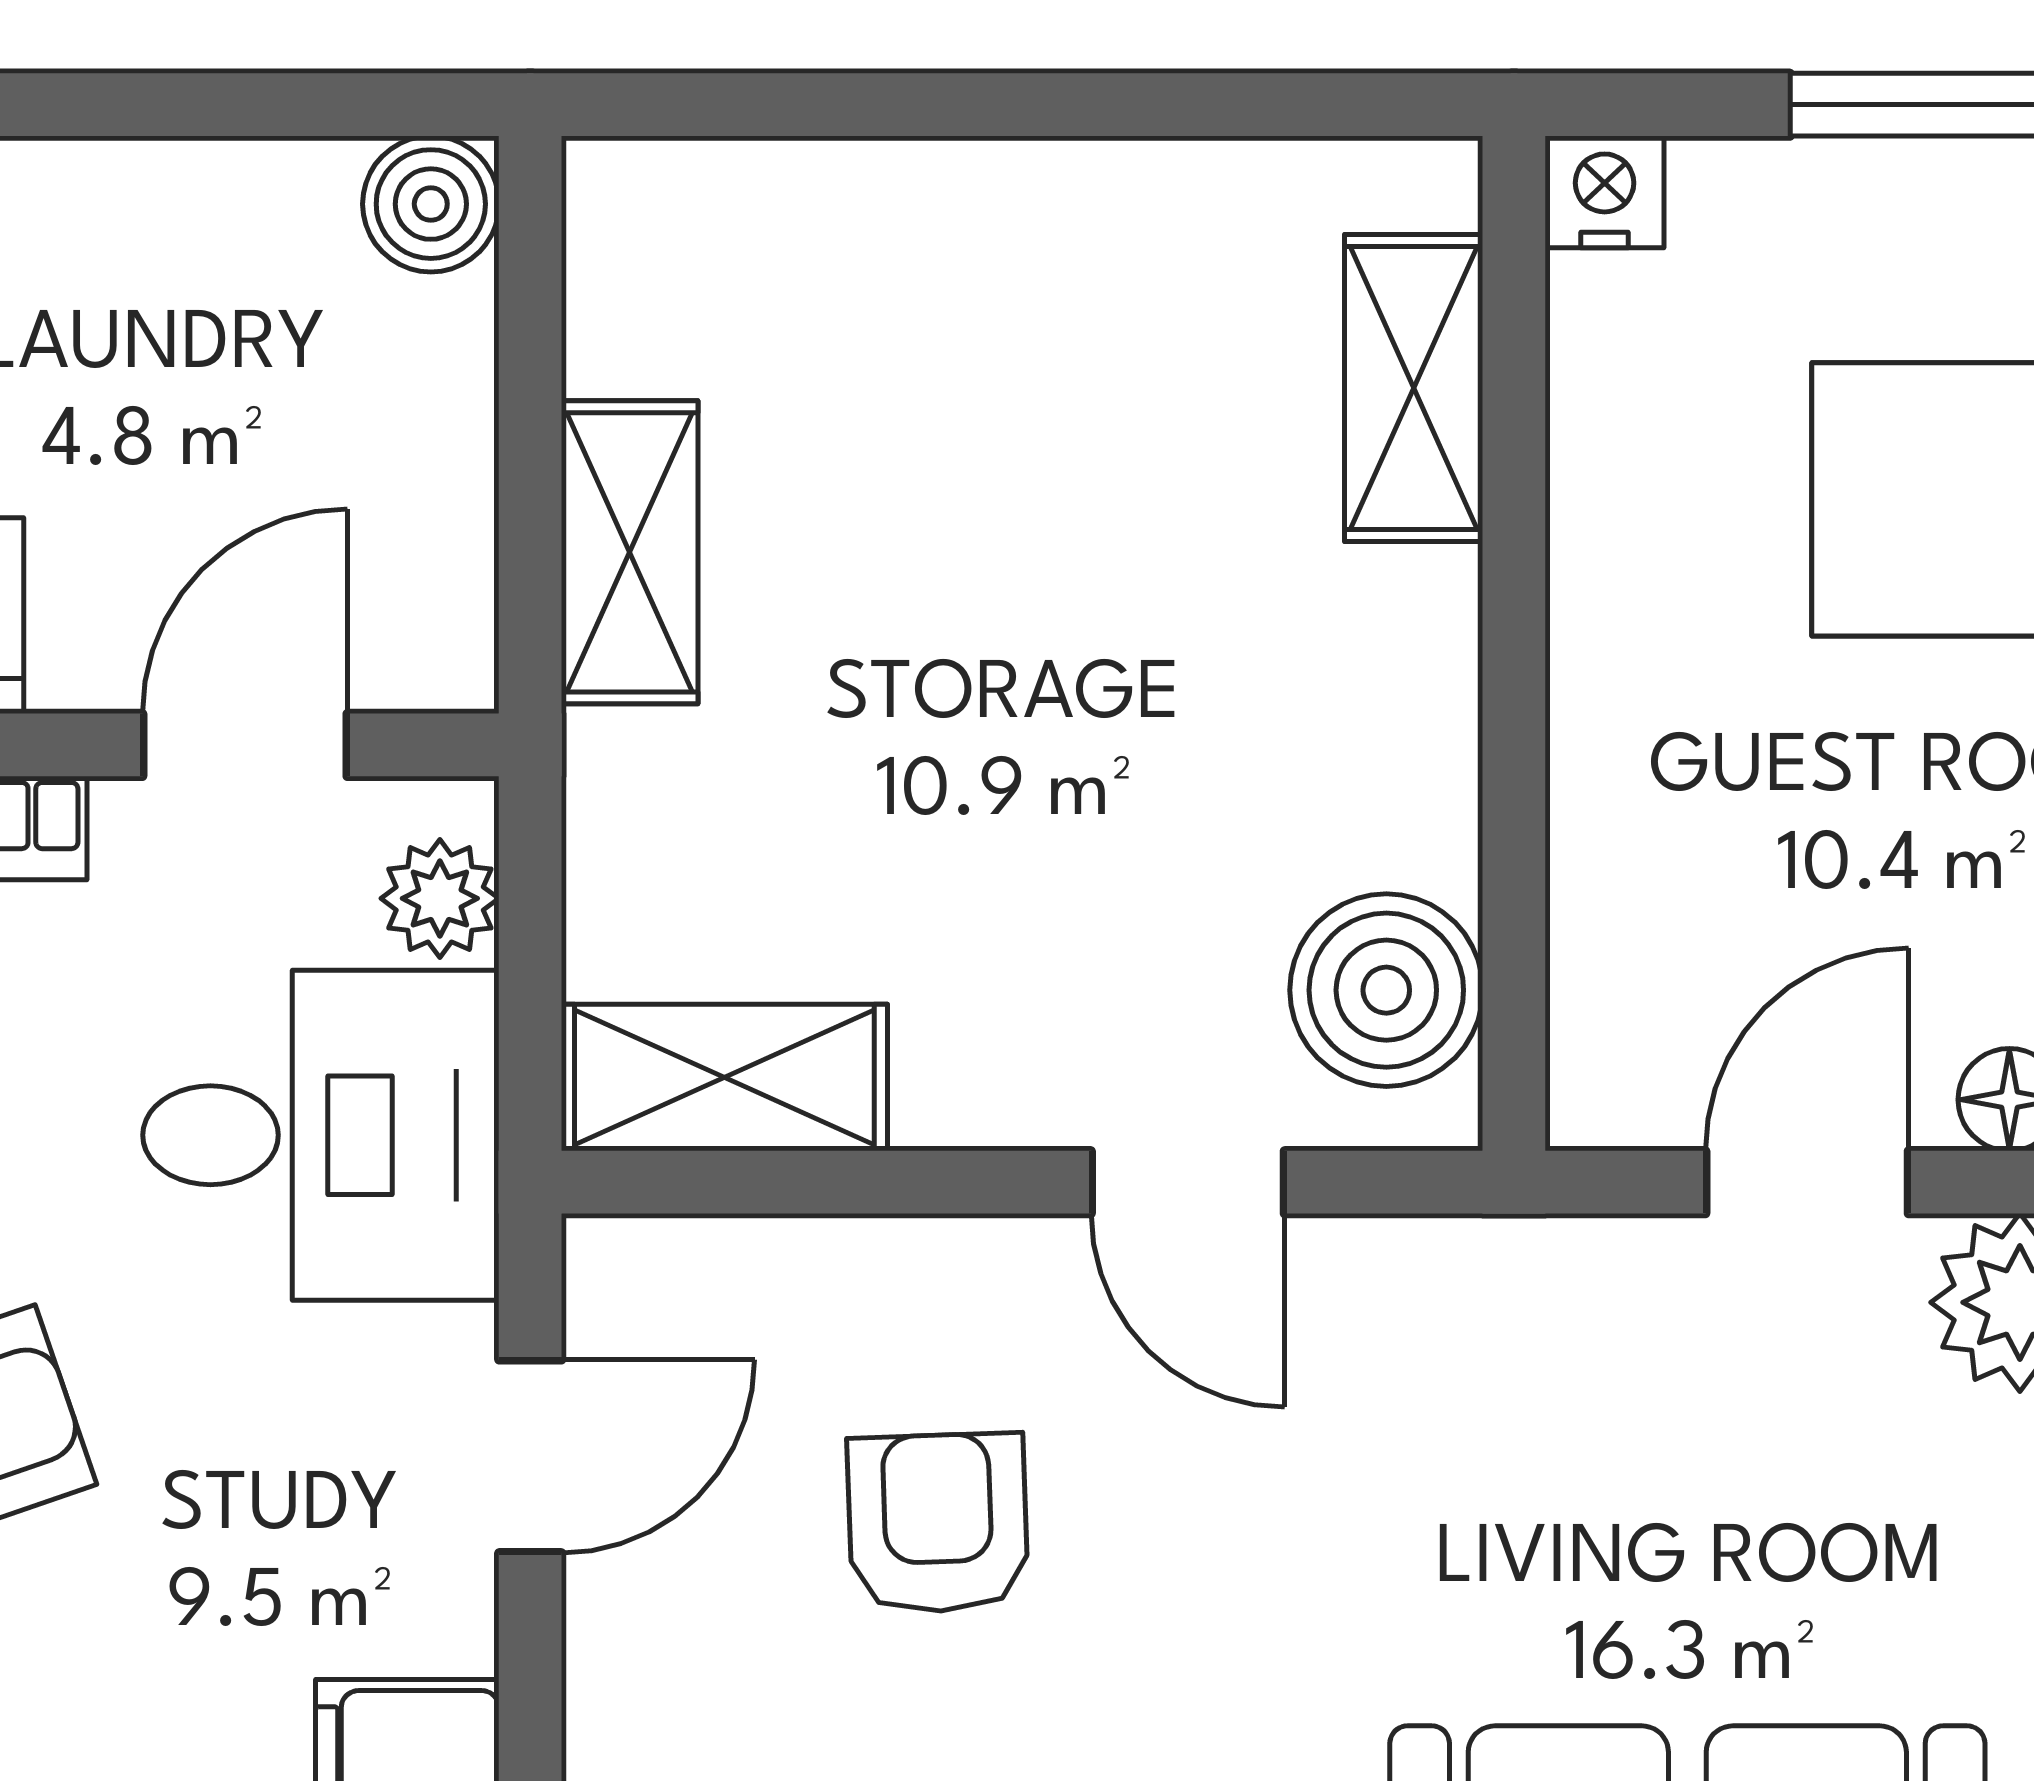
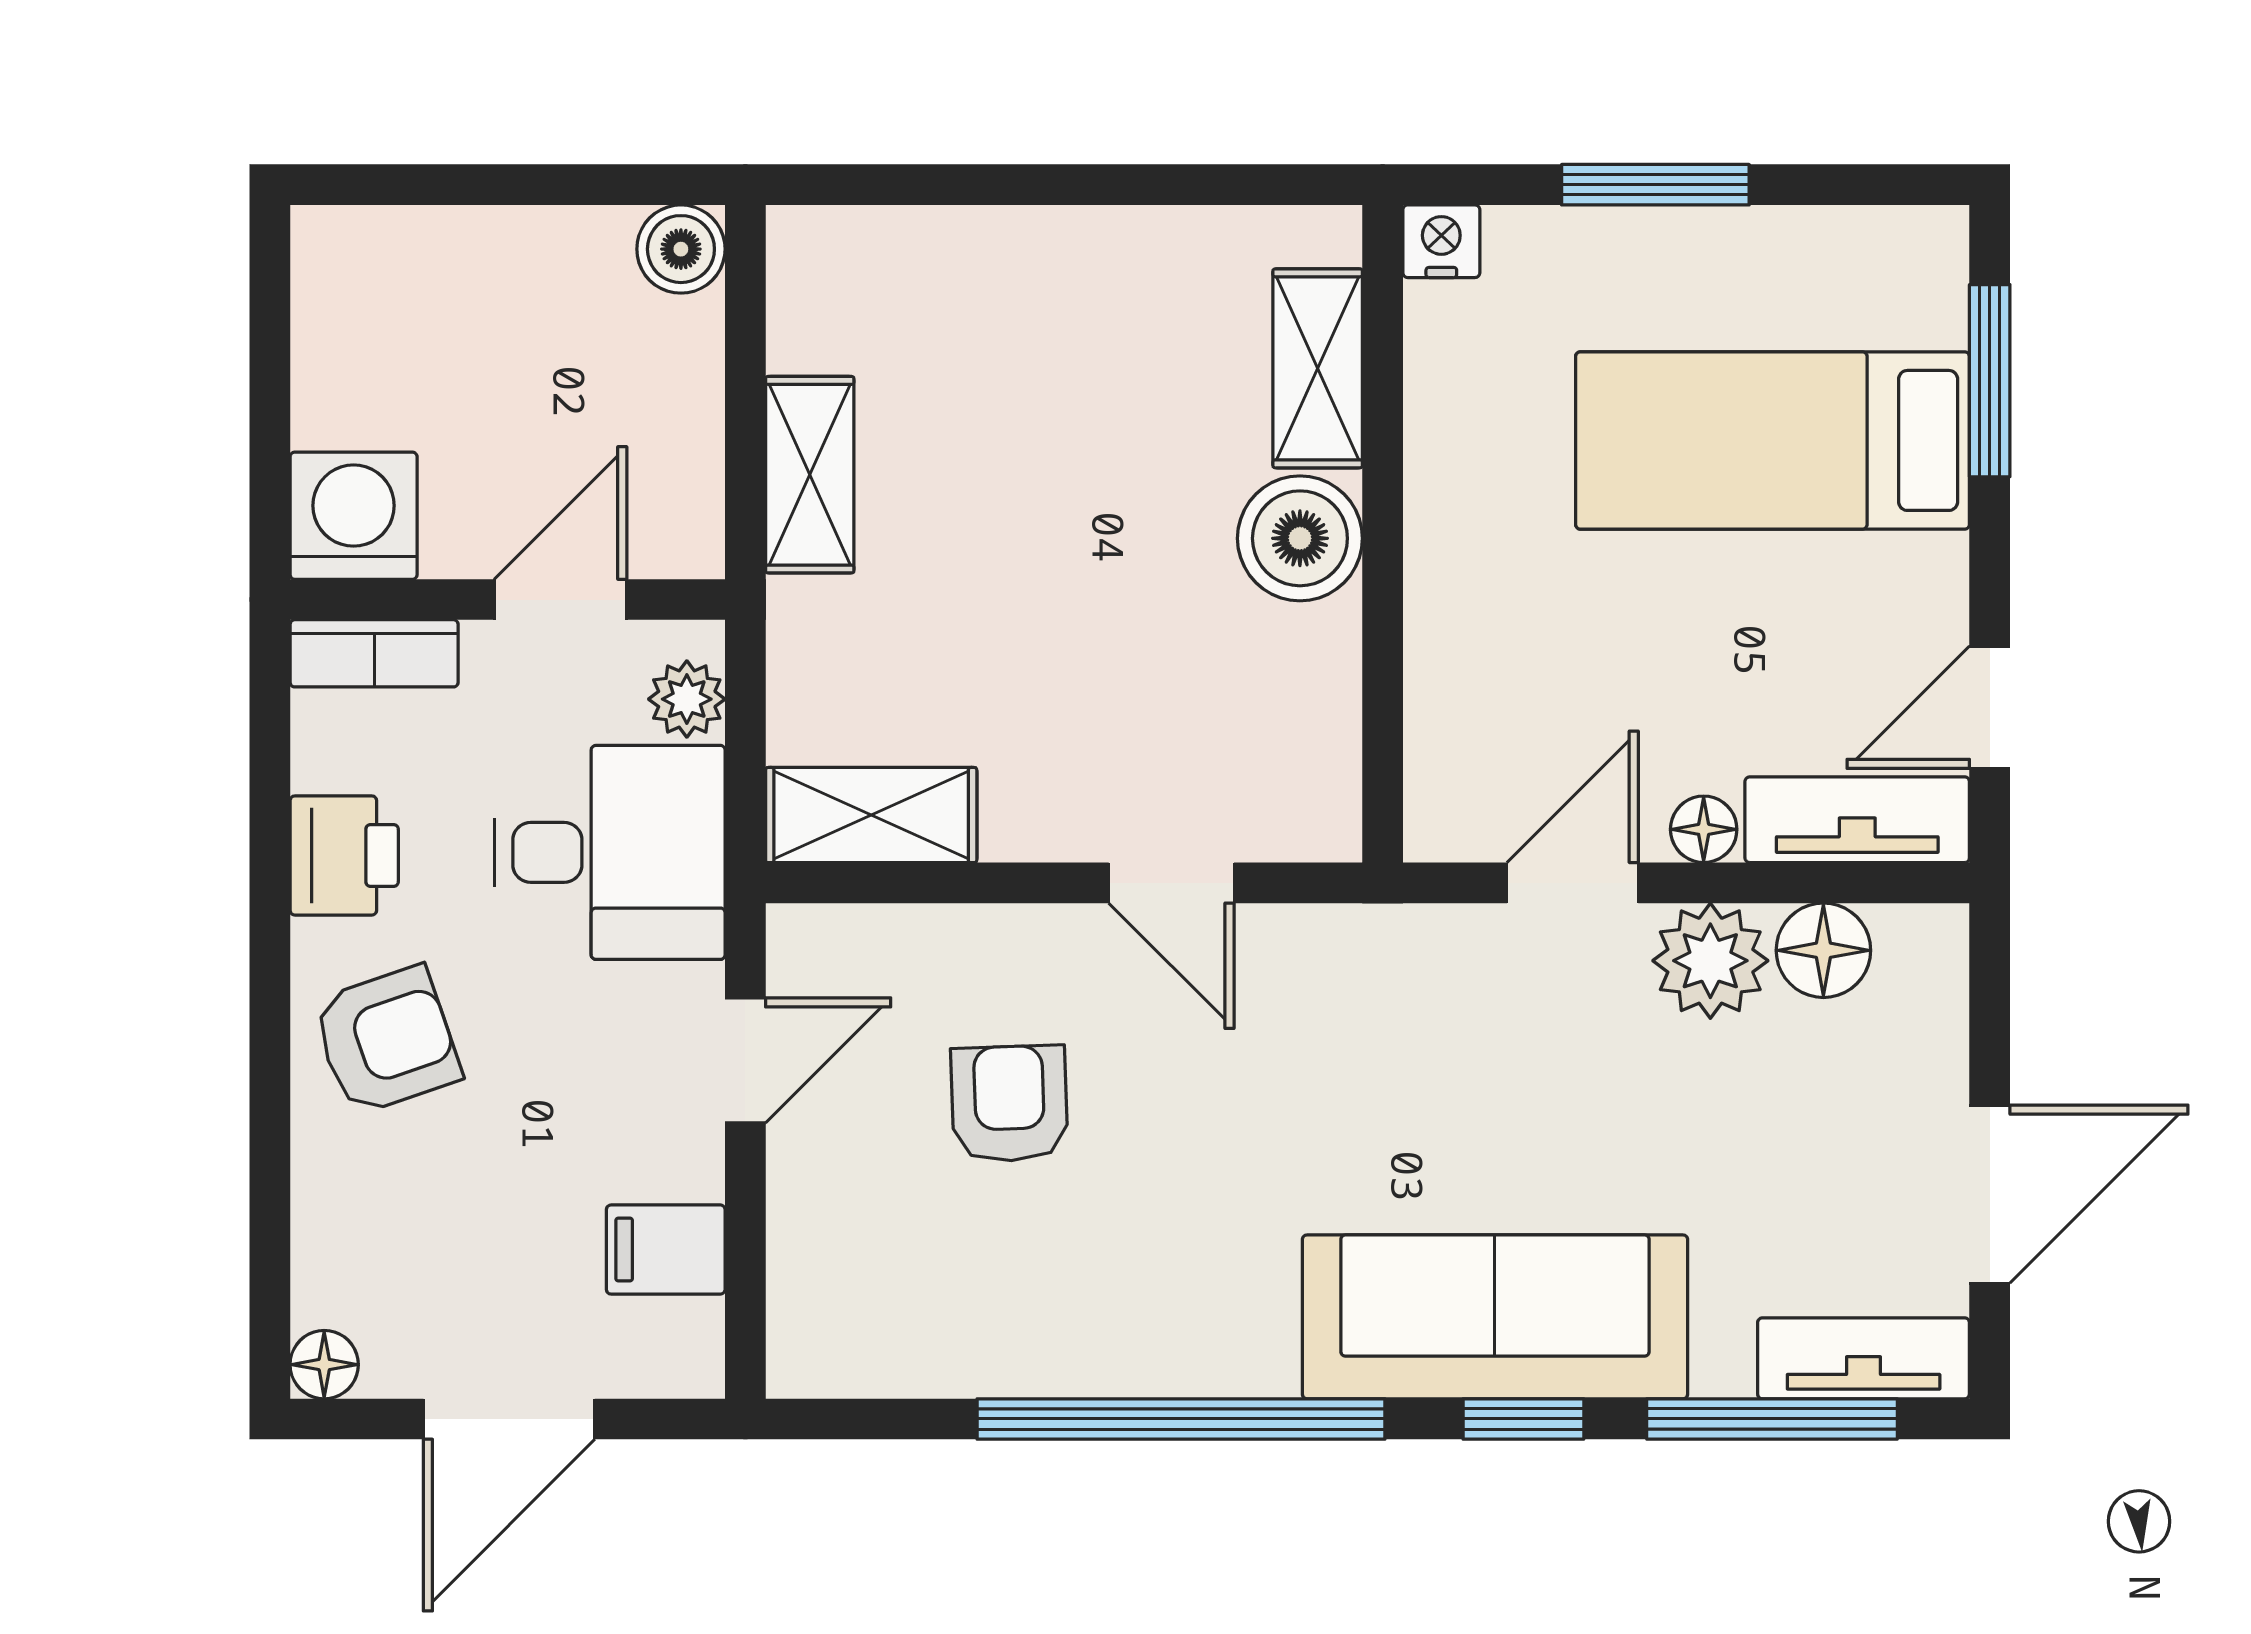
boiler: (1386, 990) -> (1300, 538), moved

